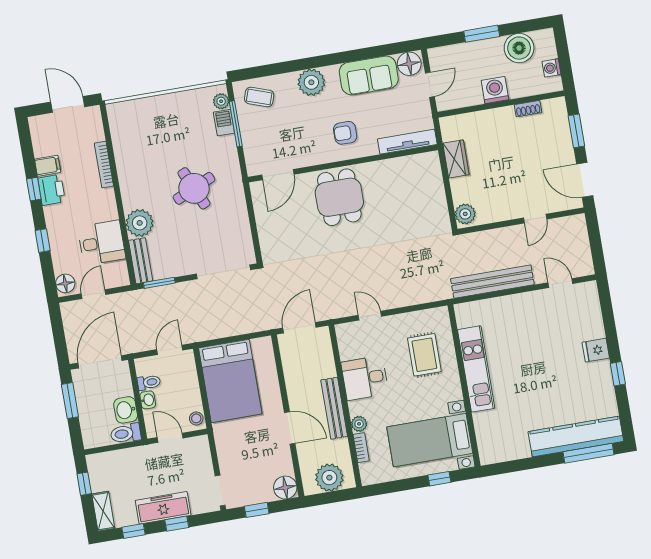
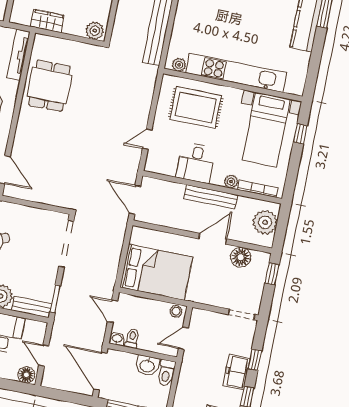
dining table: (339, 197) -> (49, 86), moved, turned 90
plant: (464, 319) -> (179, 65), added
rug: (424, 355) -> (196, 107), width x1.36, depth x1.43
kitchen unit: (476, 369) -> (236, 73), width x1.36
washbasin: (148, 400) -> (117, 339), moved
bookcase: (361, 448) -> (258, 189), width x1.56
floor lamp: (285, 488) -> (241, 257), moved
freezer: (163, 508) -> (236, 372), width x0.71
window: (257, 510) -> (272, 274), moved

